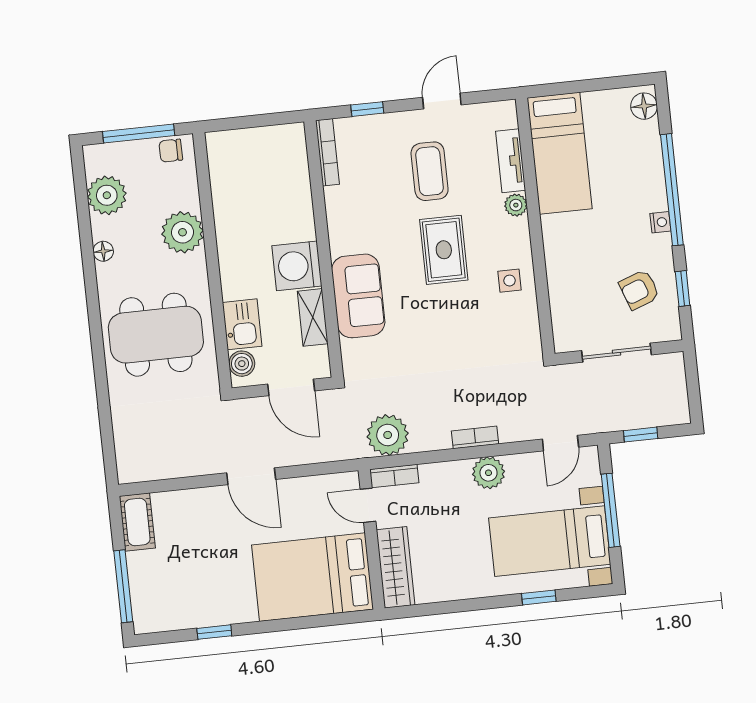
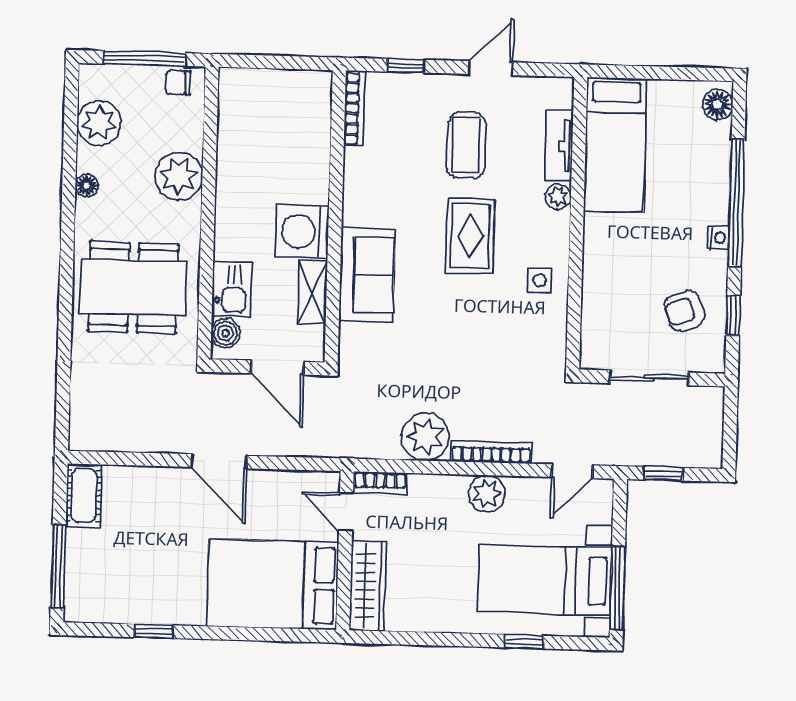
plant: (388, 435) -> (425, 437), moved
bookcase: (475, 437) -> (491, 452), width x1.56
window: (611, 510) -> (617, 588), moved

